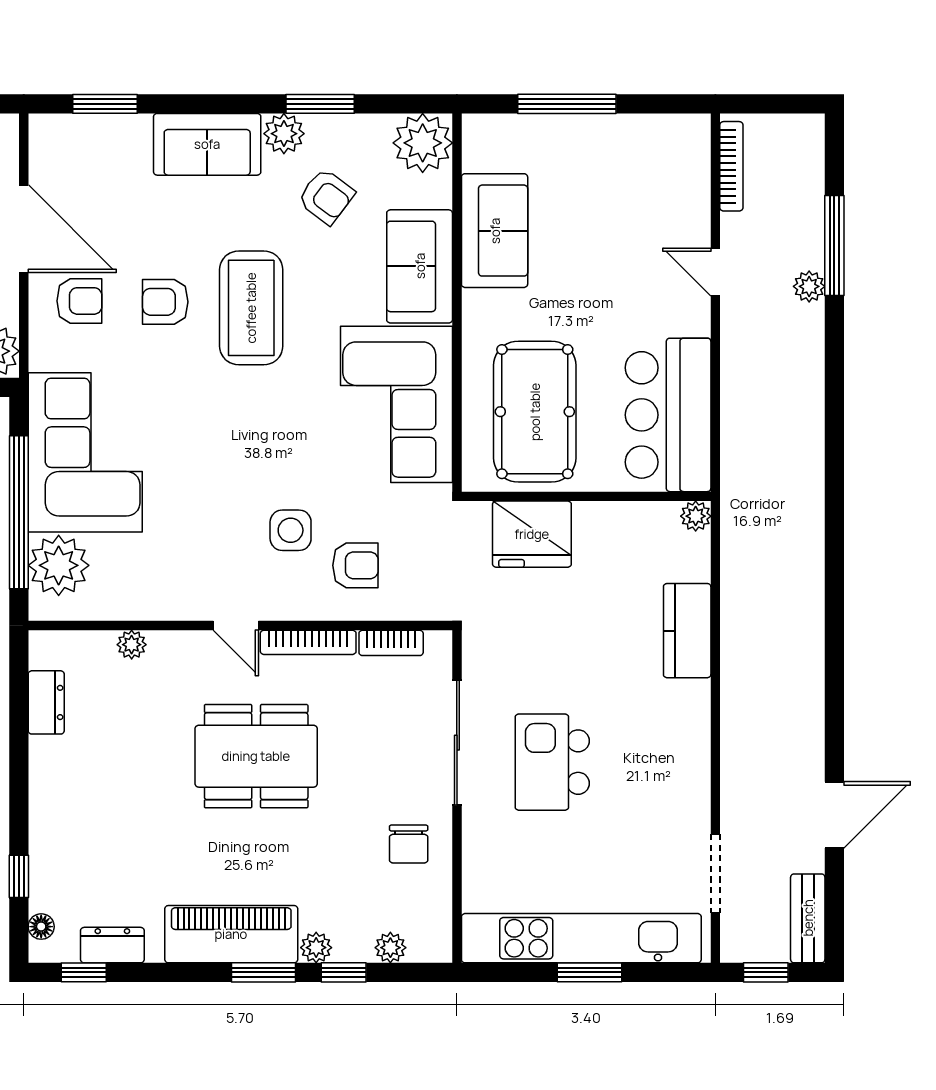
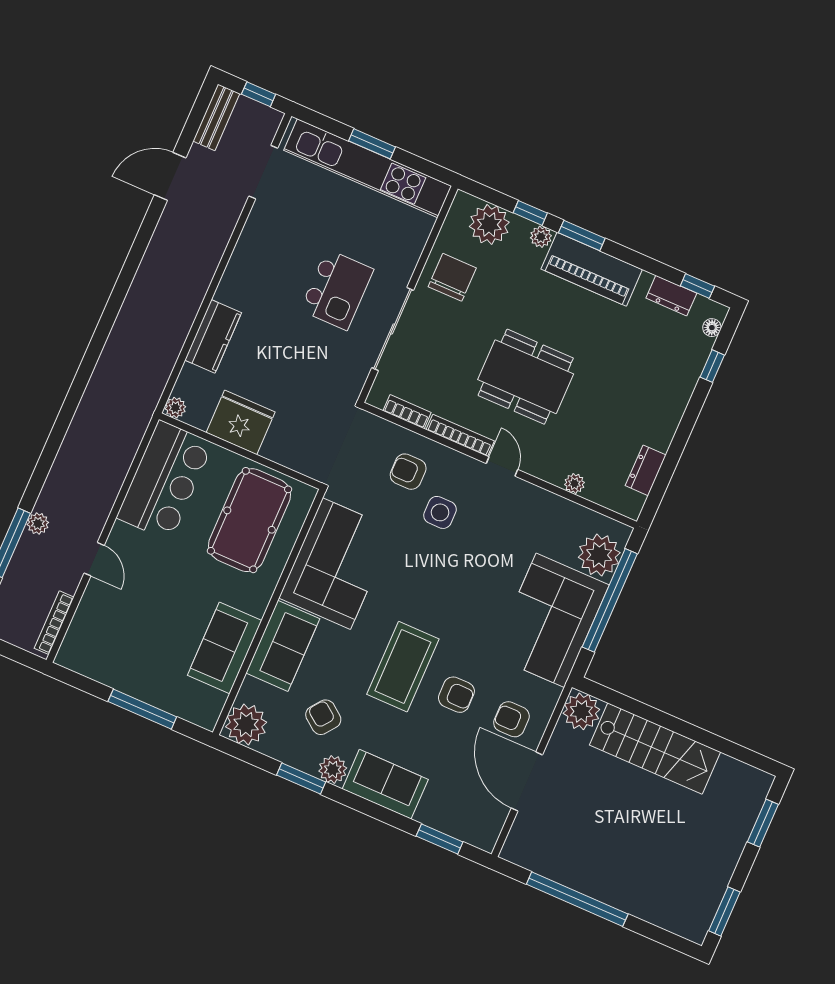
fridge: (532, 534) -> (241, 422), moved
chair: (409, 844) -> (452, 277), width x1.37, depth x1.37
plant: (390, 948) -> (489, 224), width x1.88, depth x1.88

